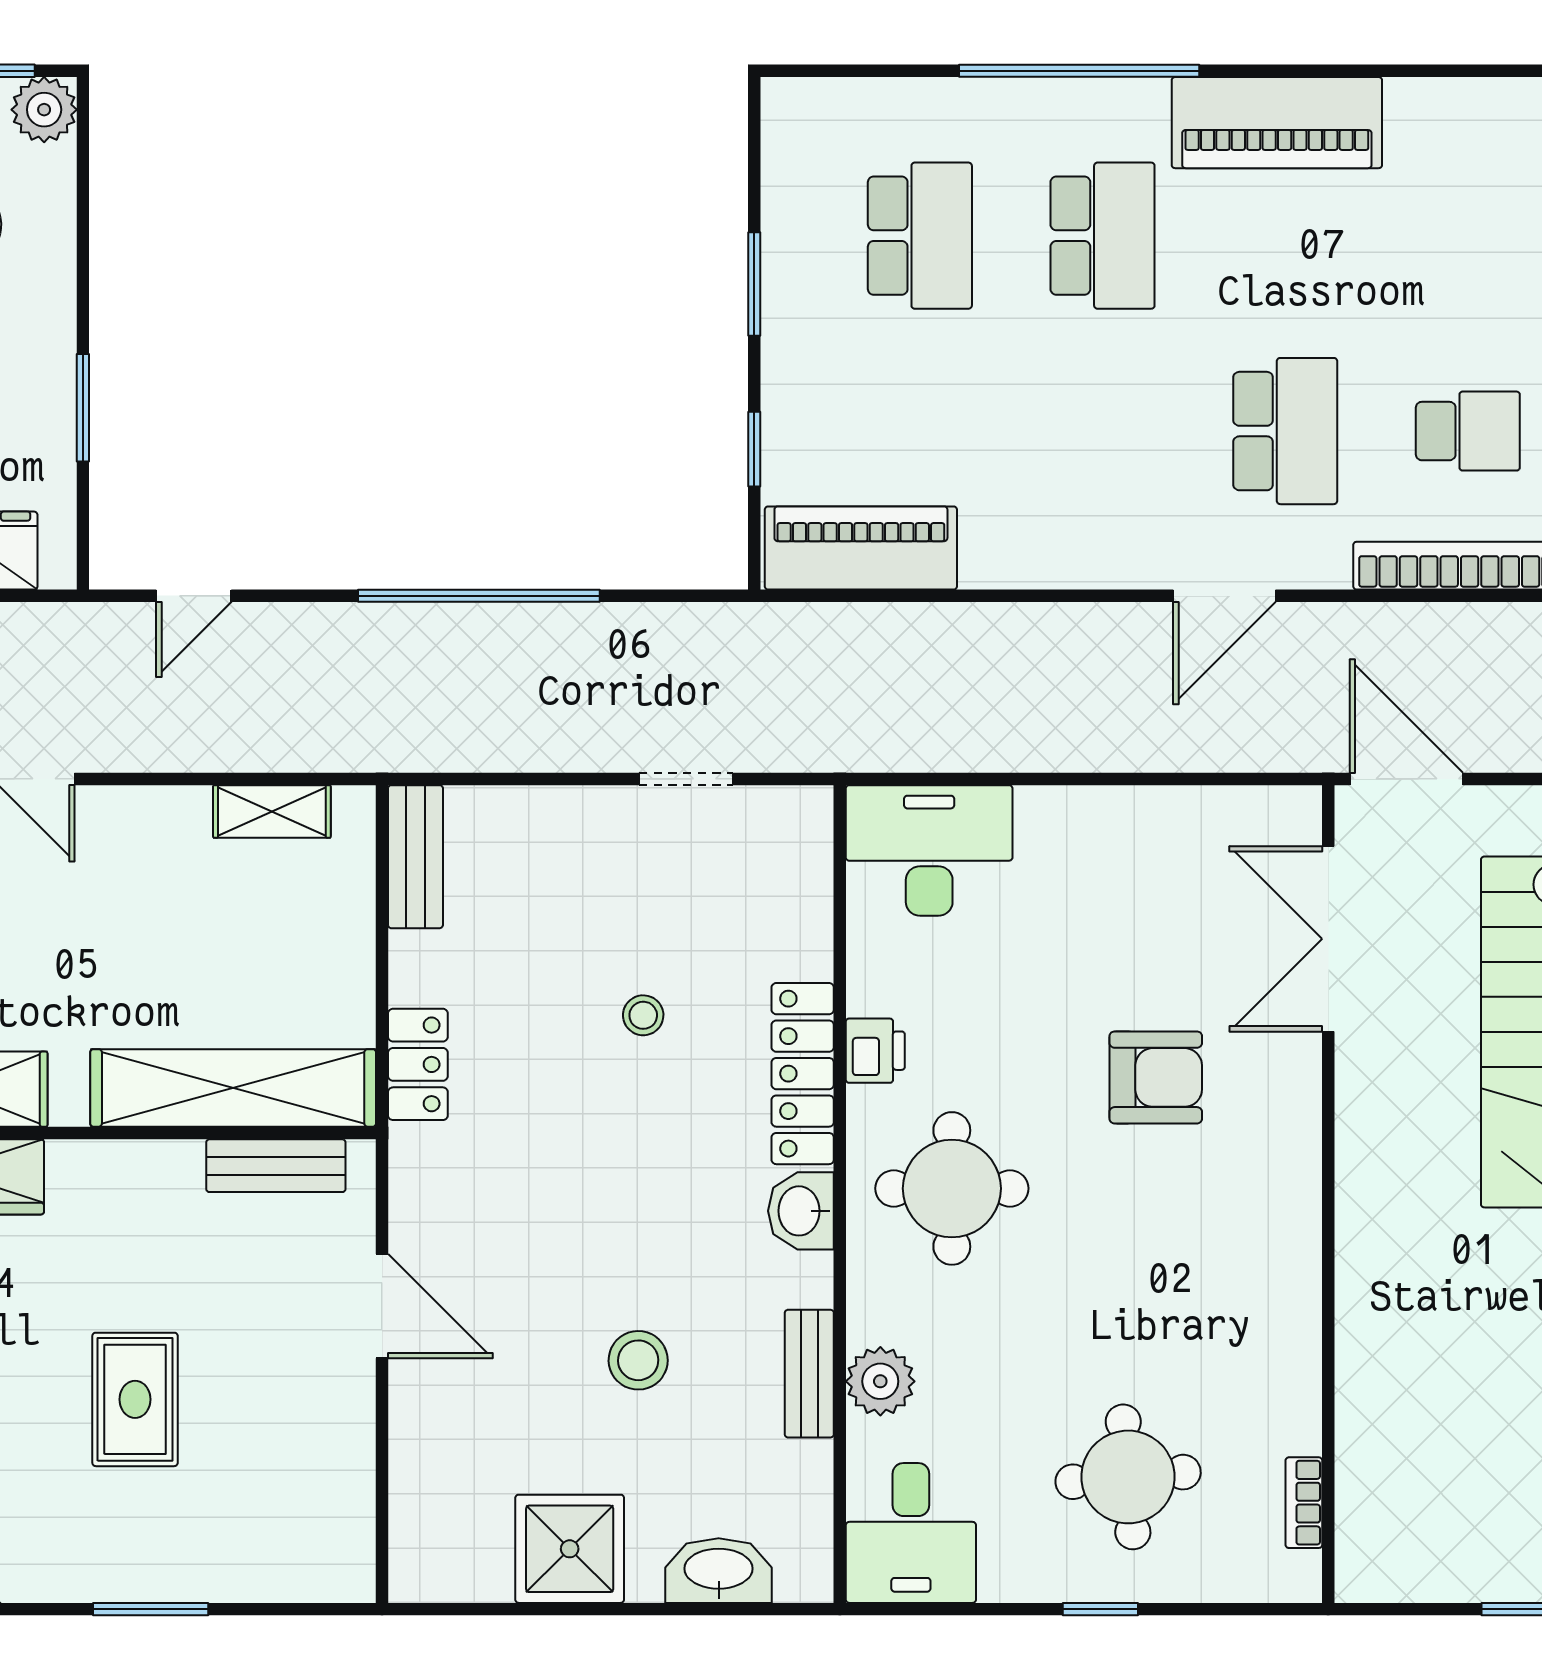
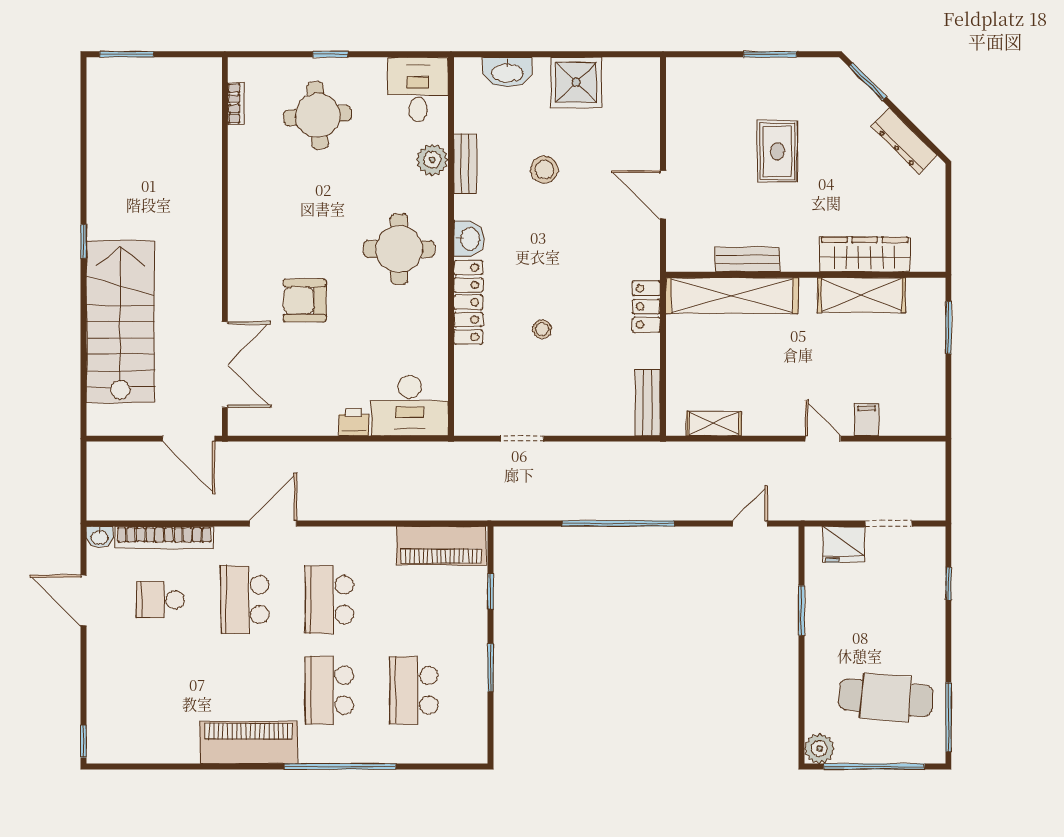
school desk: (1103, 431) -> (329, 600), added
printer: (875, 1051) -> (354, 422), moved, turned 90
bench: (276, 1166) -> (747, 260), moved

